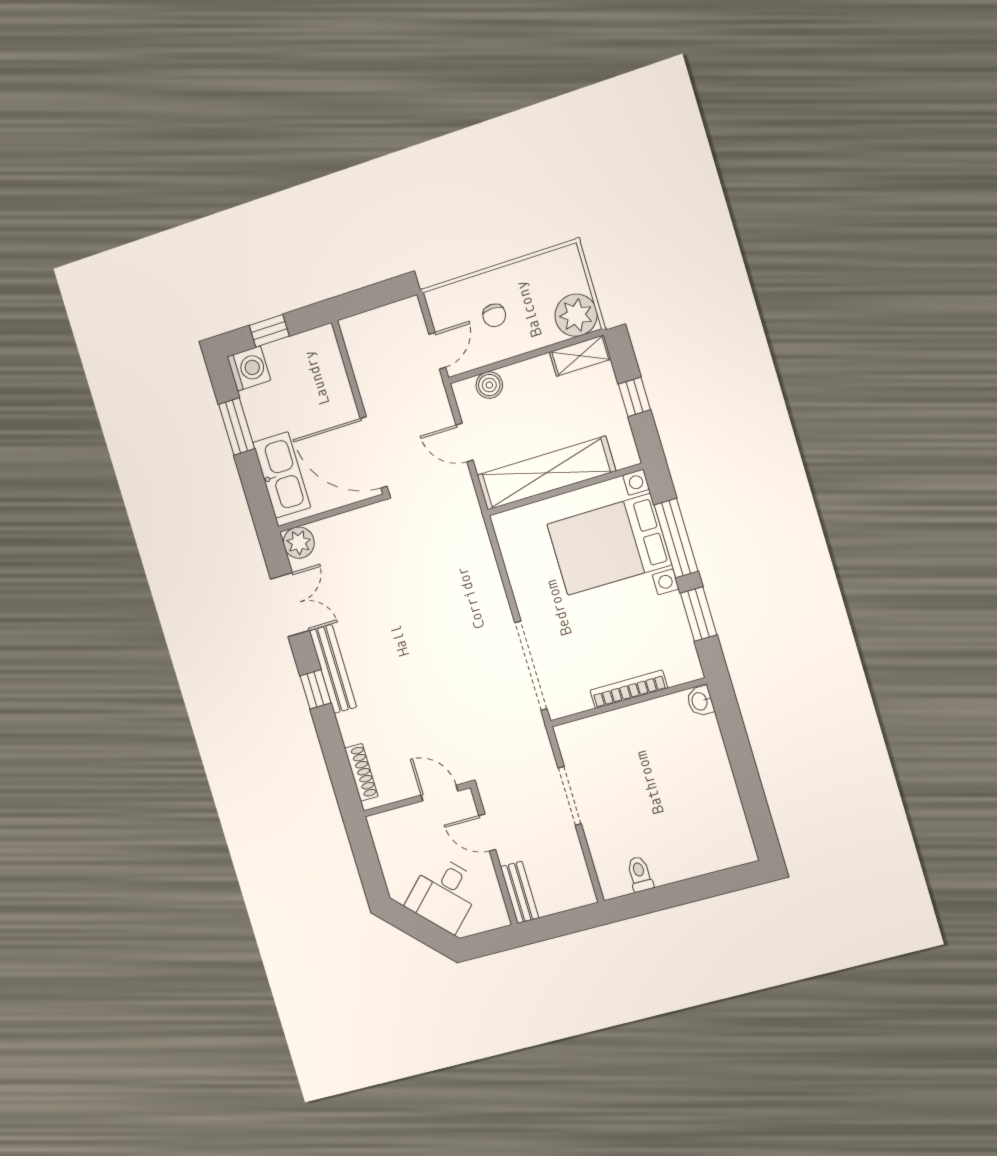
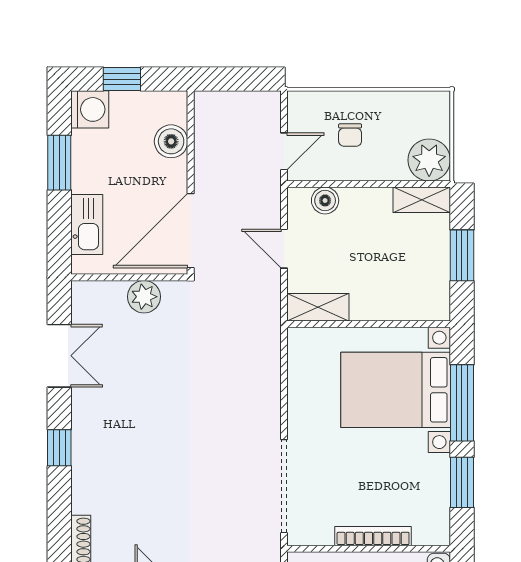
boiler: (331, 374) -> (171, 141), added
window: (634, 397) -> (462, 255), width x1.50
door: (374, 452) -> (191, 231), hinge flipped
shelving: (546, 473) -> (318, 307), width x0.45, depth x0.75
kitchen sink: (282, 475) -> (87, 225), width x0.73, depth x0.81
plant: (299, 543) -> (144, 297), moved
bench: (333, 669) -> (84, 433), removed

